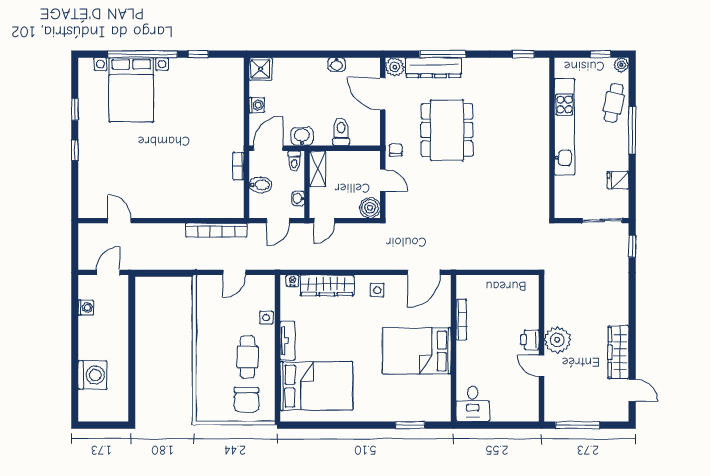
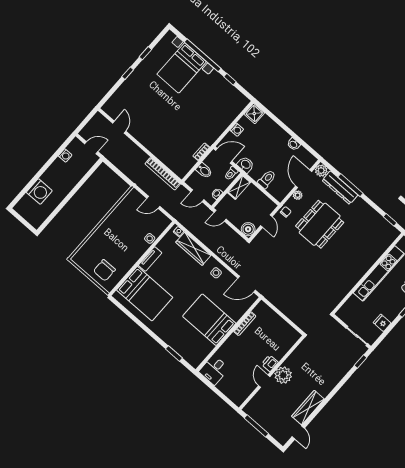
plant: (392, 119) -> (298, 195), added
cafe table: (248, 357) -> (123, 250), removed

